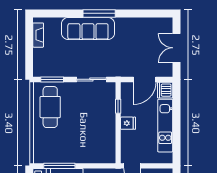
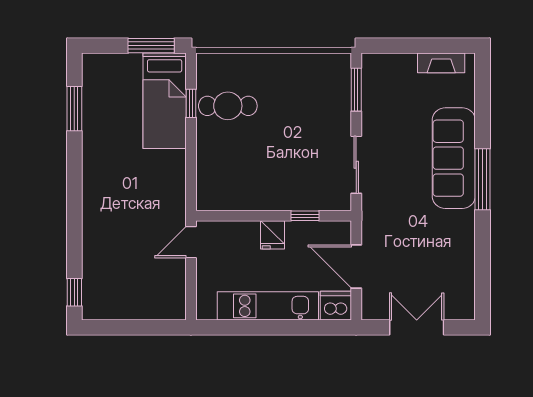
cafe table: (50, 107) -> (228, 106), moved, width x0.73, depth x0.74
window: (59, 166) -> (191, 103), width x0.46

